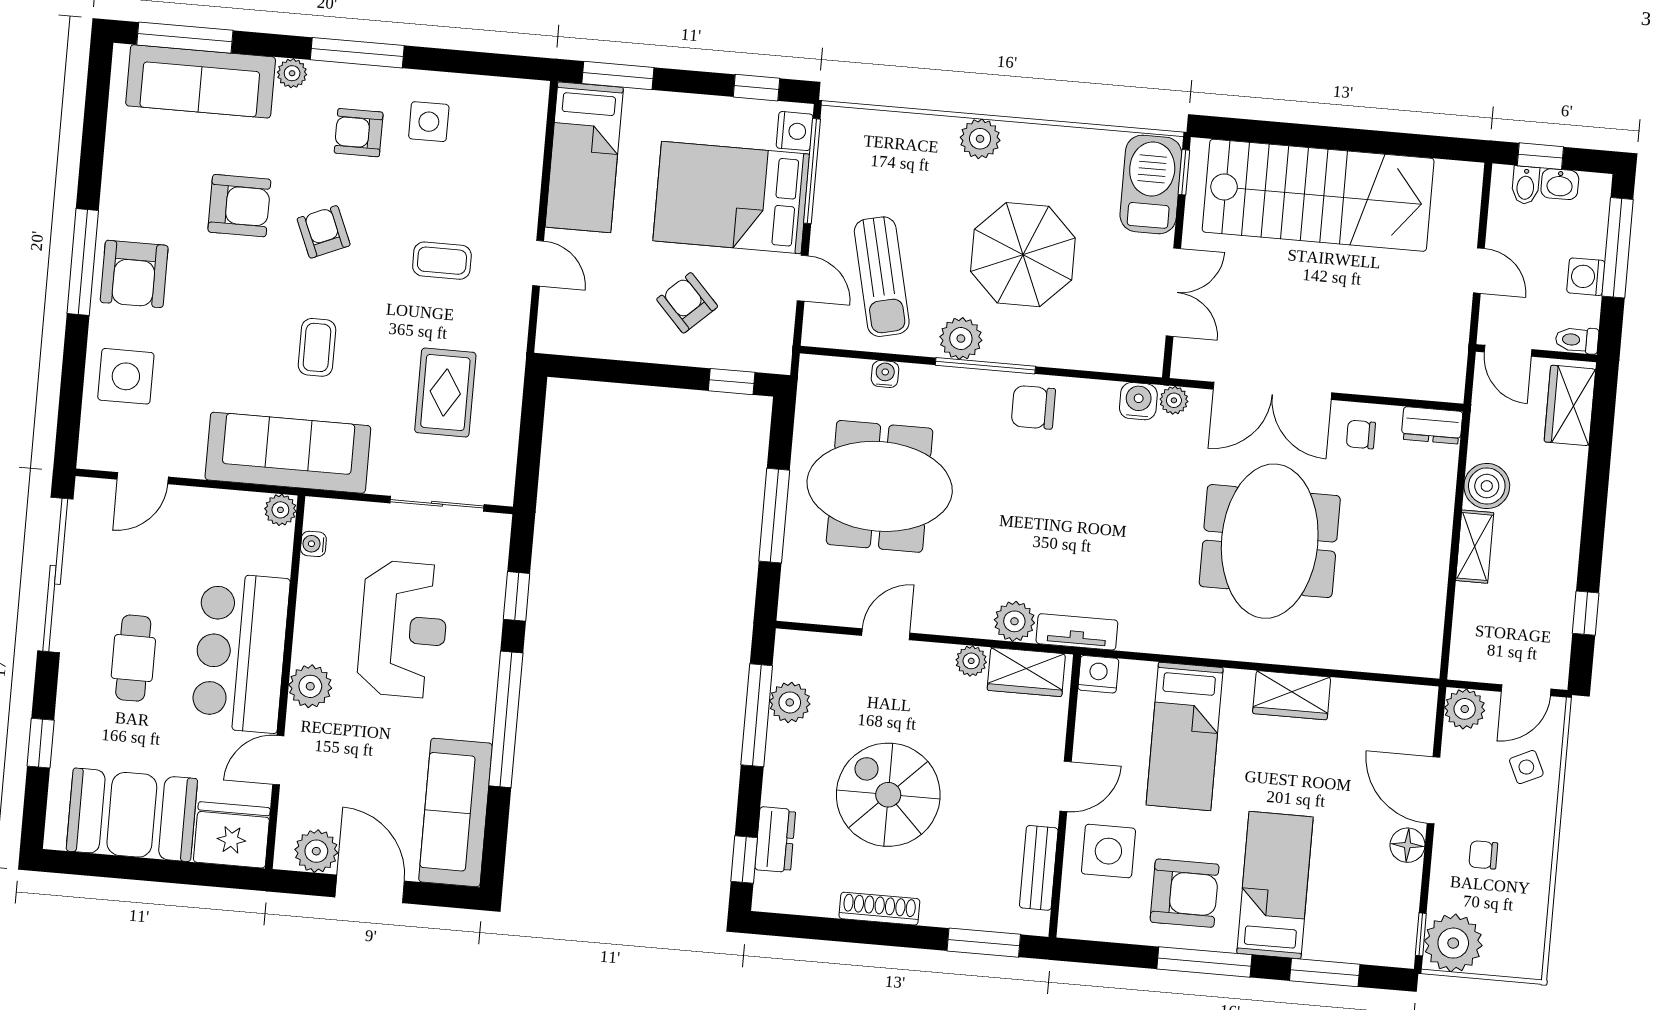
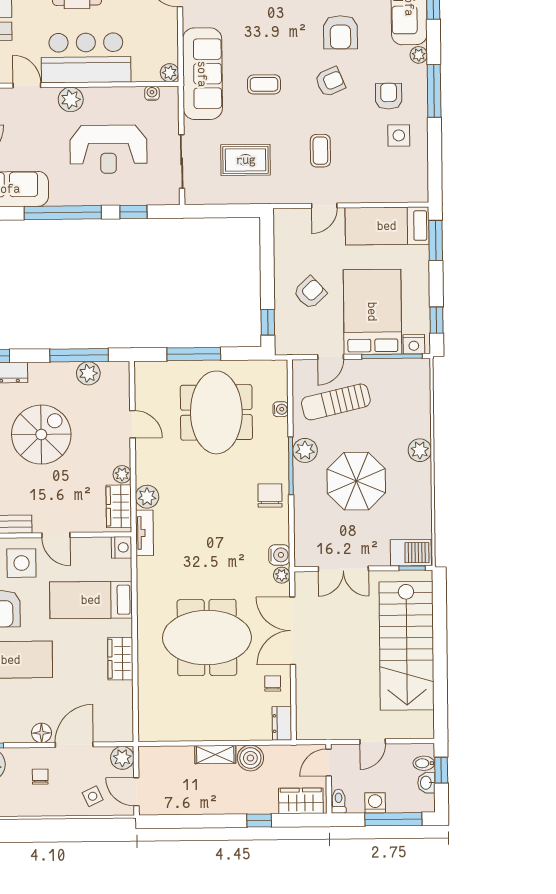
barbecue: (1151, 184) -> (411, 553), width x0.73, depth x0.83
window: (1586, 613) -> (259, 821), moved

